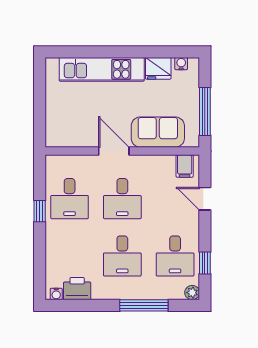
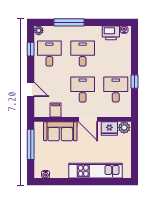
fridge: (158, 68) -> (109, 129), moved, turned 180
plant: (56, 138) -> (124, 128), added
filing cabinet: (185, 166) -> (56, 110), moved

